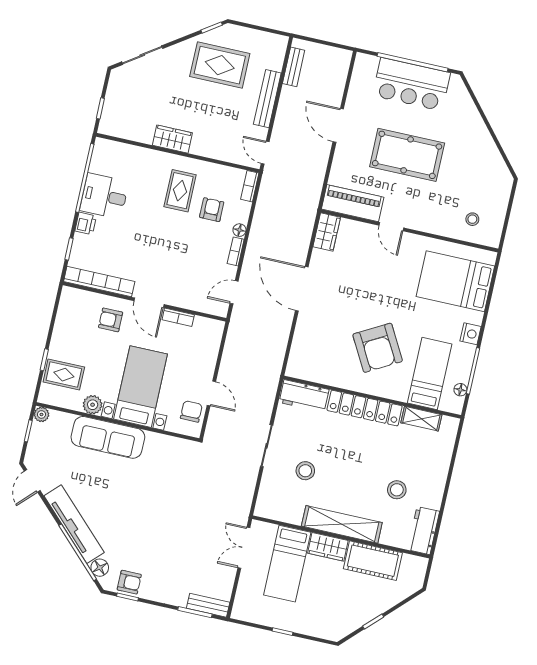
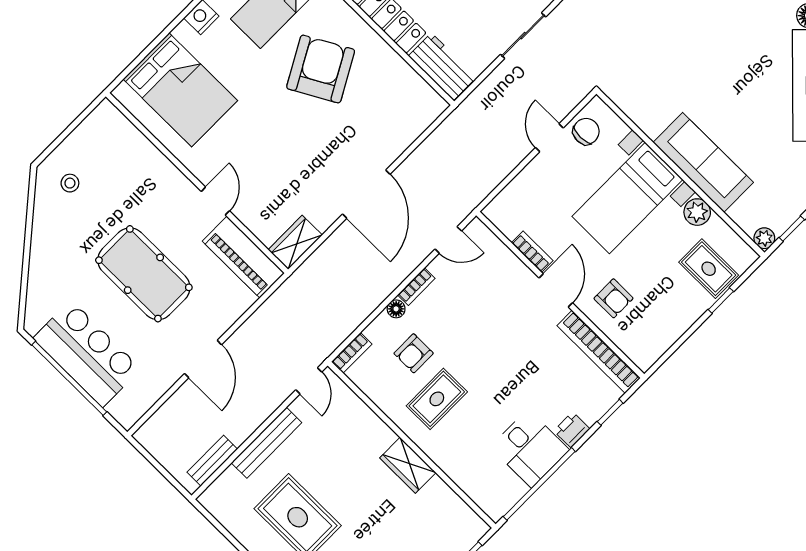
stool: (472, 219) -> (70, 183), moved
chair: (191, 411) -> (586, 131), turned 180

